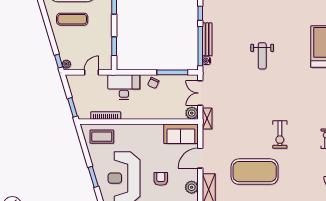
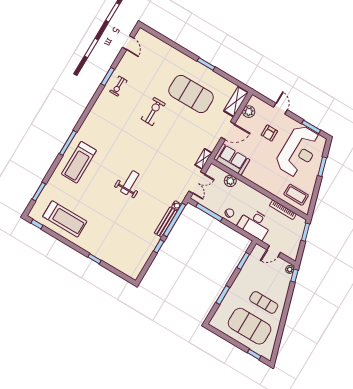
plant: (192, 113) -> (230, 181), moved

